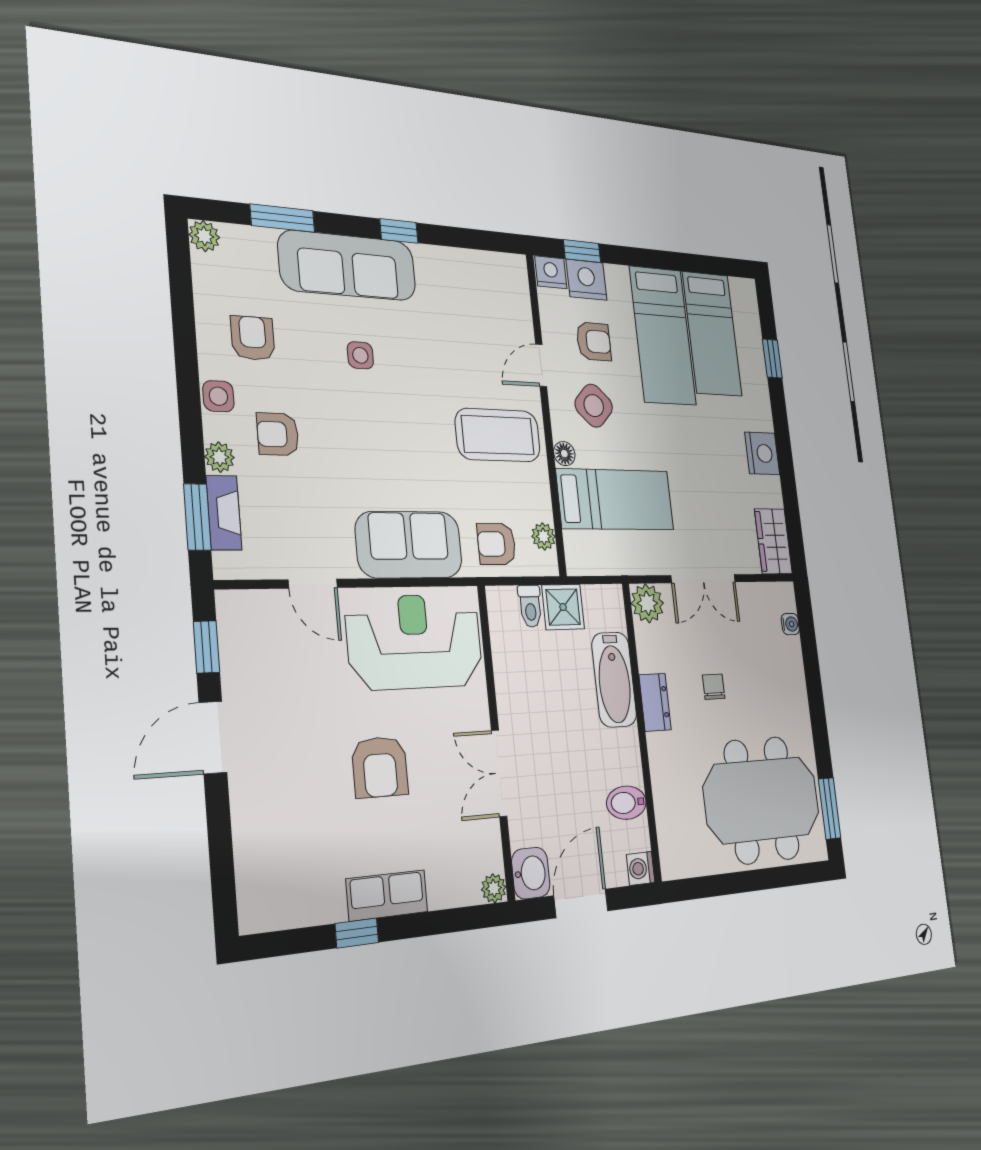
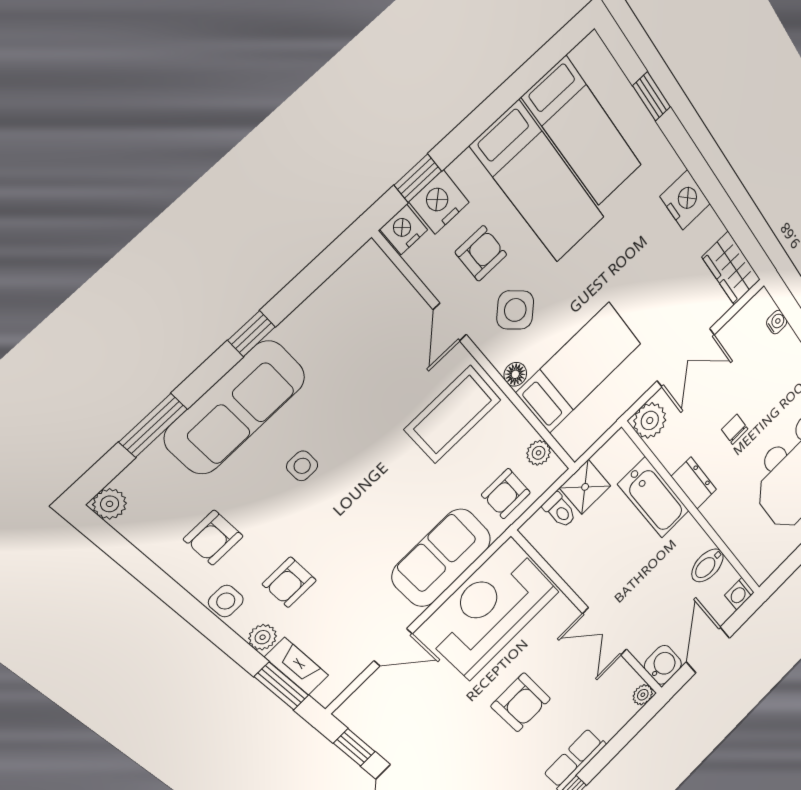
armchair: (253, 338) -> (213, 538), turned -90

